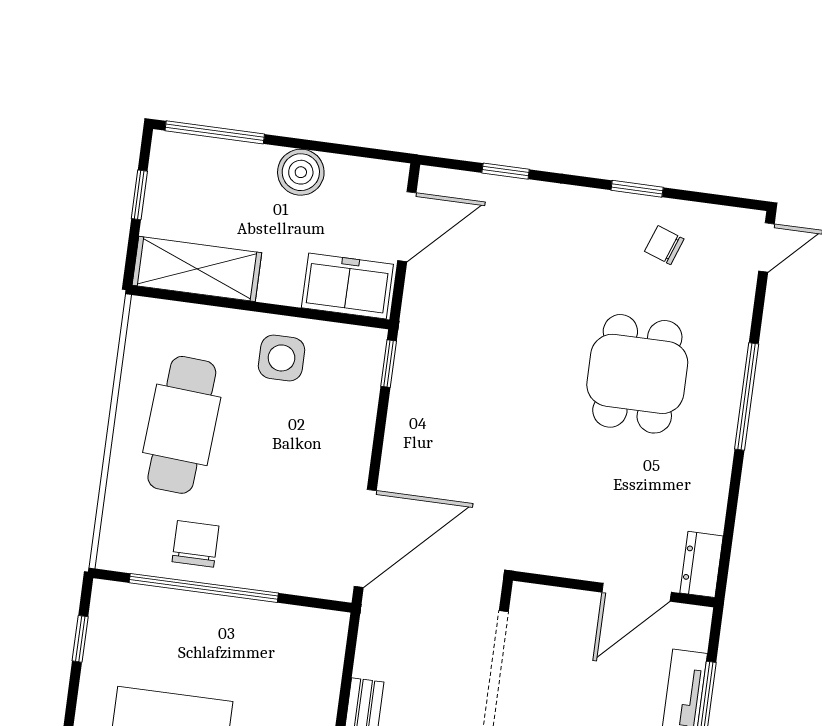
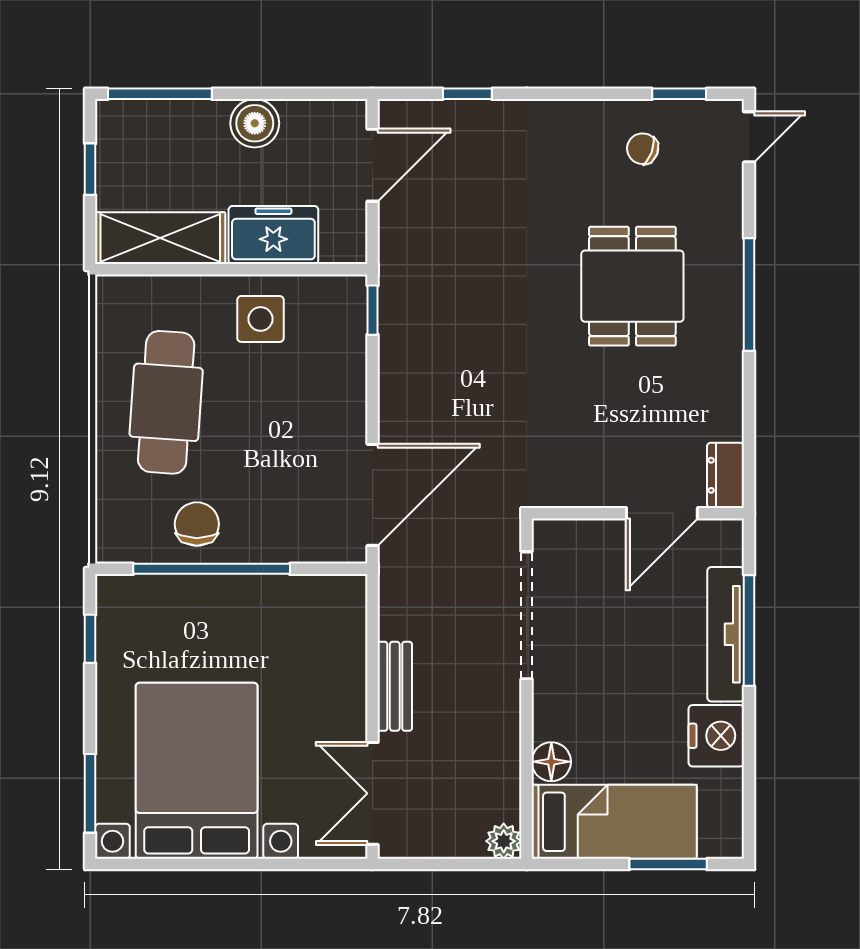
window: (637, 189) -> (679, 94), moved
freezer: (347, 286) -> (273, 235), moved

